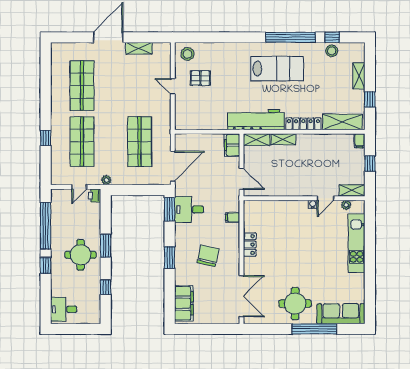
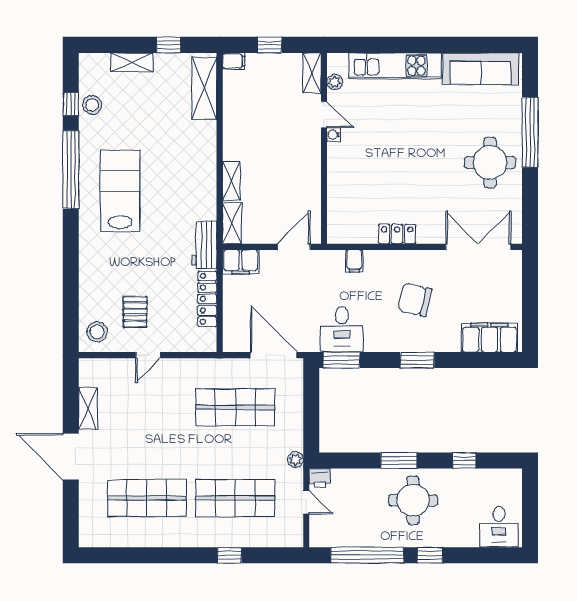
workbench: (256, 120) -> (204, 245), width x0.53, depth x0.76
locker: (303, 124) -> (207, 299), moved
sofa: (341, 314) -> (481, 69), moved, turned -90

